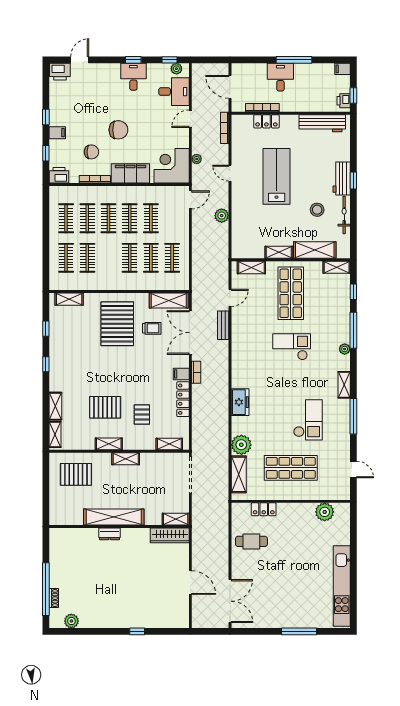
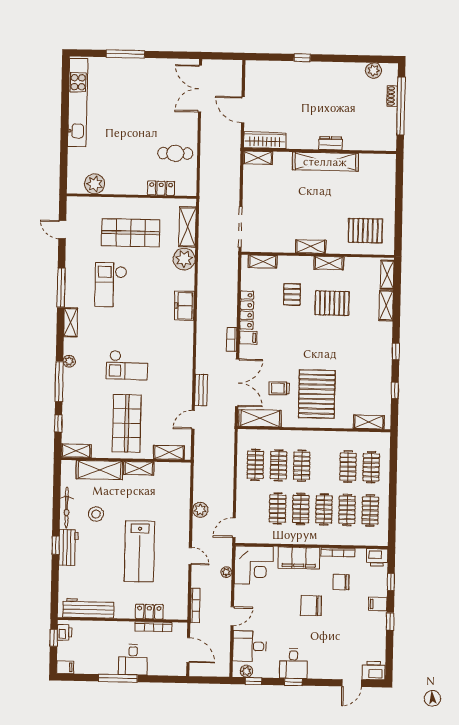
shelving: (114, 517) -> (325, 162), moved
shelving: (176, 519) -> (258, 158), moved
wall: (119, 526) -> (320, 151), moved
dresser: (110, 534) -> (330, 143), moved
wardrobe: (170, 535) -> (265, 140), moved

